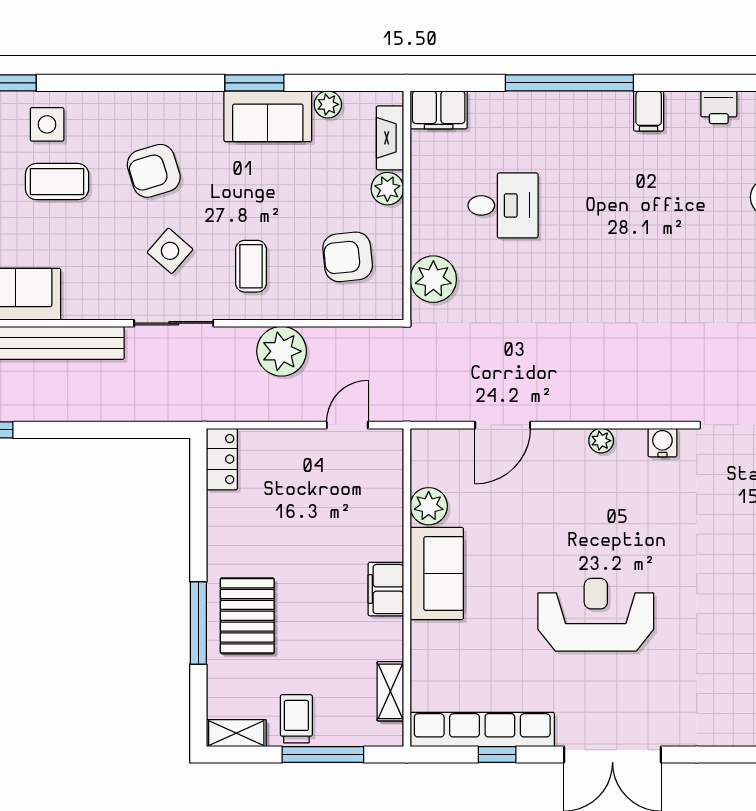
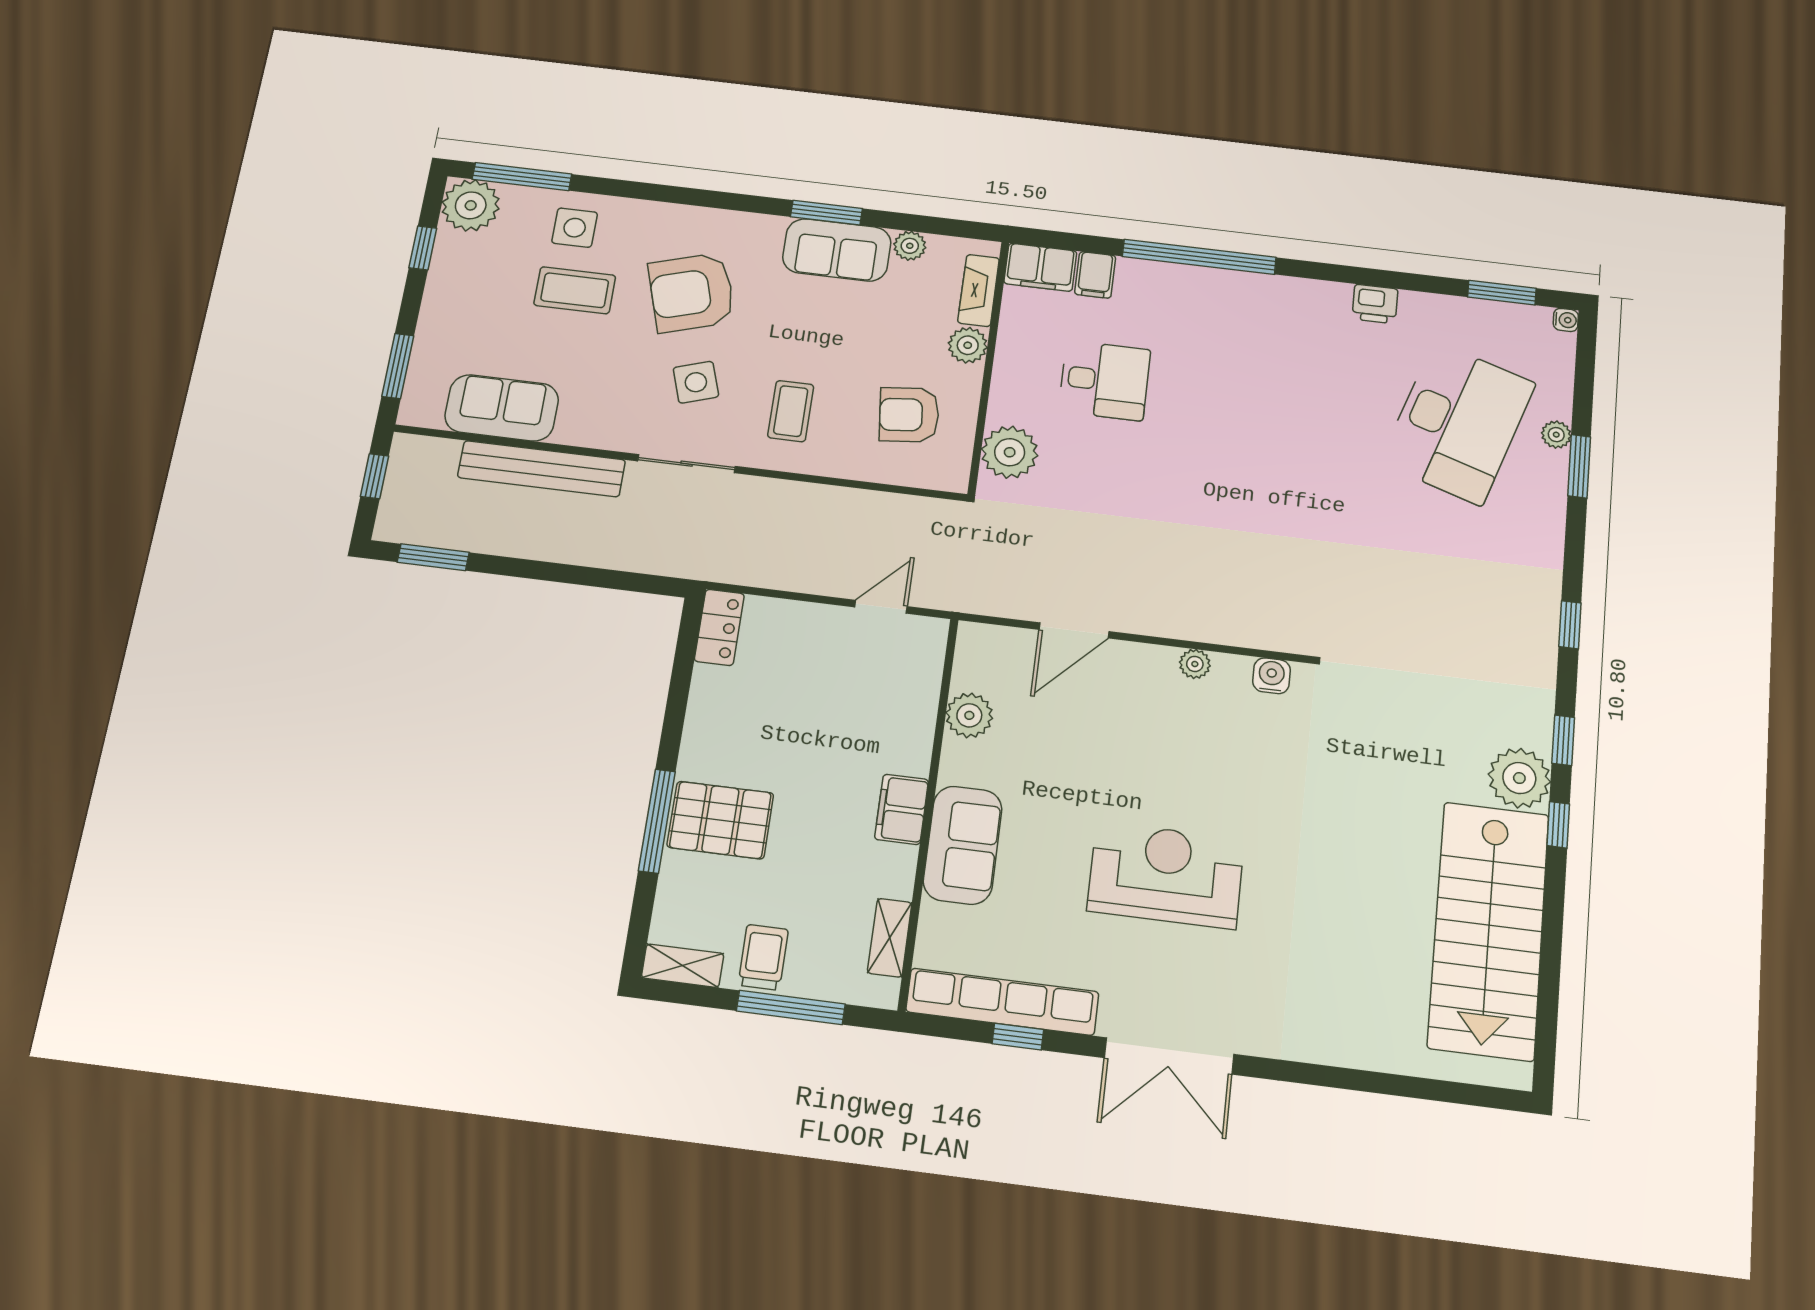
filing cabinet: (649, 111) -> (1095, 275), moved
armchair: (154, 171) -> (692, 292), width x1.36, depth x1.36
side table: (170, 251) -> (696, 382), turned 31
plant: (282, 351) -> (813, 511), removed
sofa: (437, 573) -> (963, 845), moved
pallet: (247, 616) -> (720, 820), turned 90

